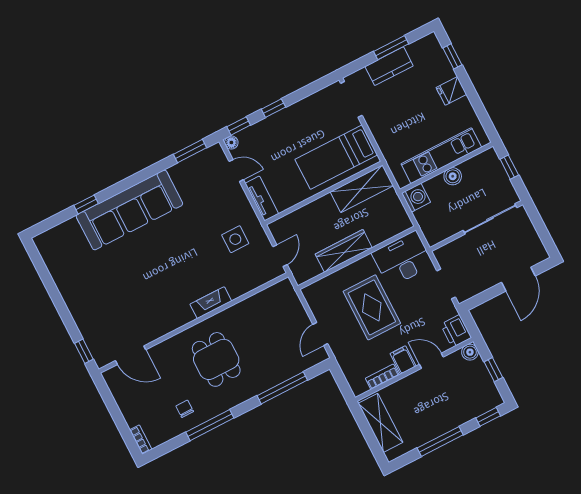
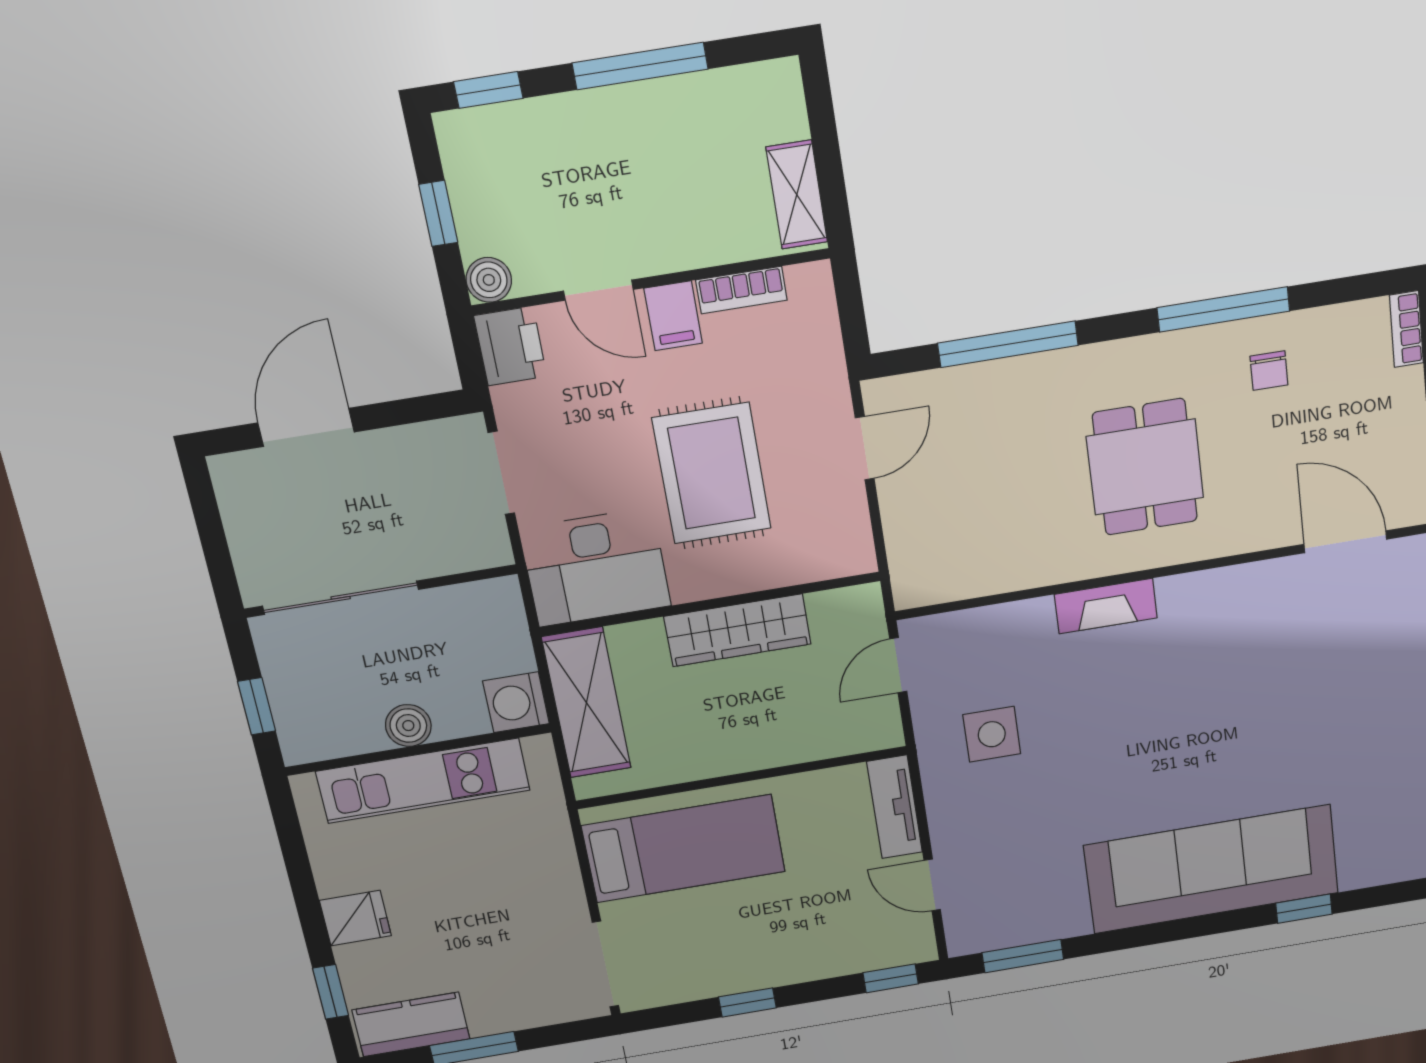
kitchen counter: (389, 66) -> (411, 1024), moved
window: (273, 108) -> (747, 1002), moved
floor lamp: (231, 142) -> (921, 948), removed
shelving: (362, 189) -> (586, 703), moved, turned 90
shelving: (380, 423) -> (797, 195), width x0.67, depth x0.75

